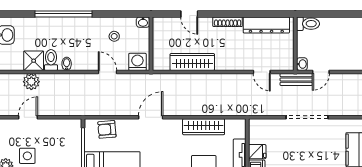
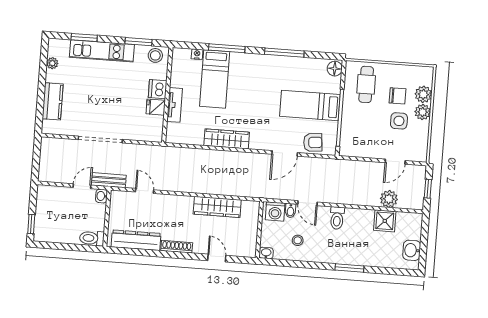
window: (64, 14) -> (349, 268), width x0.47
toilet: (51, 60) -> (337, 218), moved
bidet: (67, 64) -> (290, 211), moved
door: (151, 117) -> (285, 153), moved
wardrobe: (204, 127) -> (227, 139), moved

